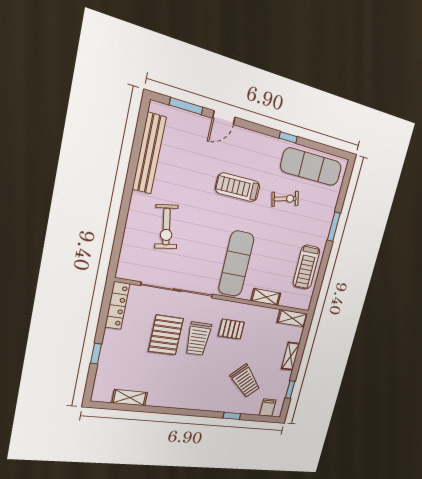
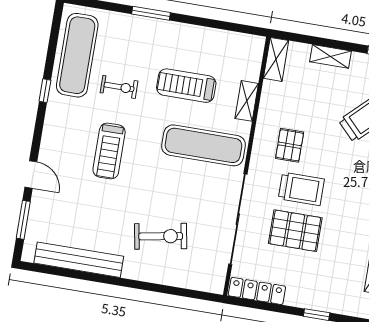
exercise bike: (285, 199) -> (119, 87), turned 105
treadmill: (306, 267) -> (186, 86), moved, turned 180

